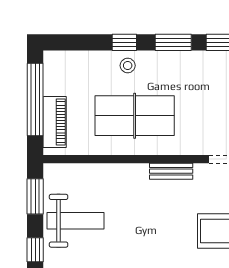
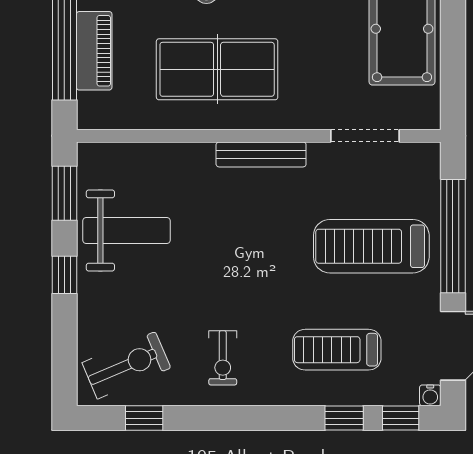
piano: (55, 122) -> (94, 51), moved
bench: (171, 171) -> (261, 154), width x1.36

